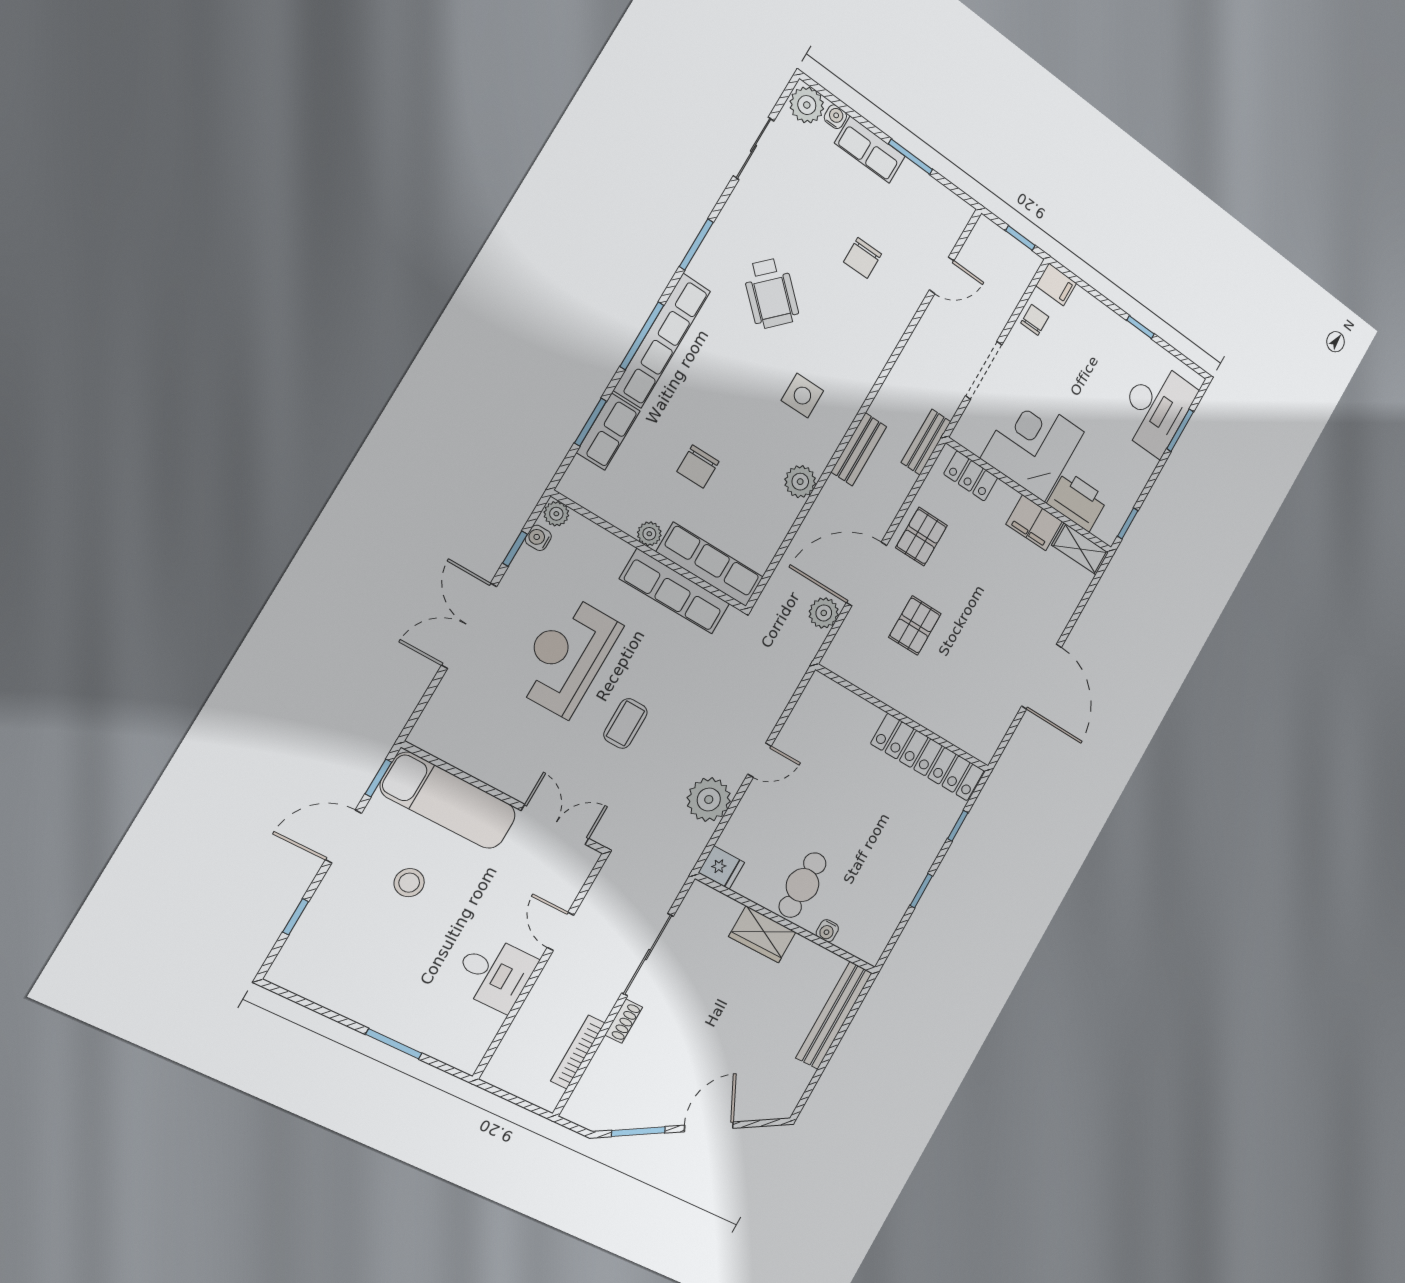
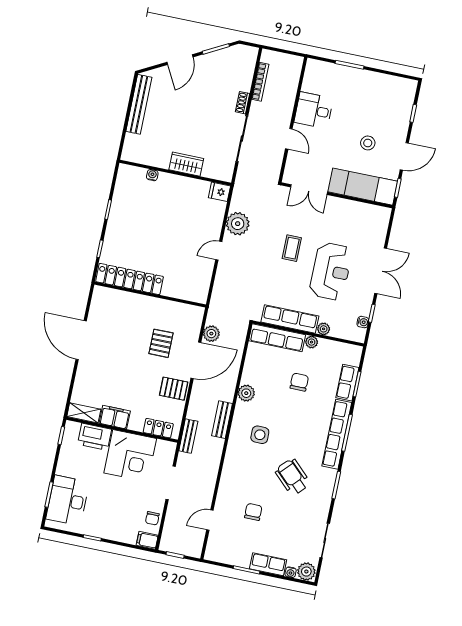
plant: (556, 514) -> (324, 329), moved
pallet: (921, 537) -> (174, 389), turned 90
cafe table: (802, 885) -> (174, 195), removed
bench: (834, 1015) -> (139, 104), moved

